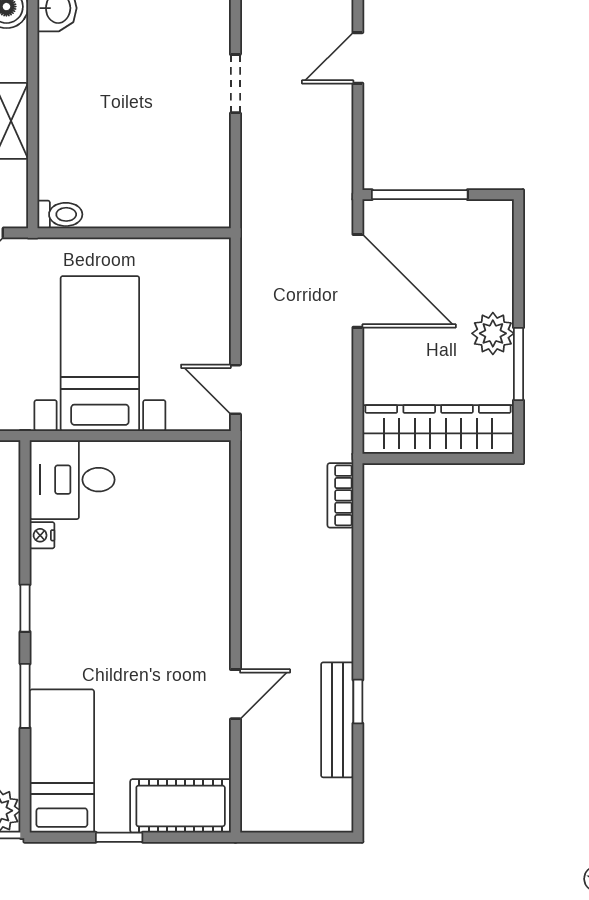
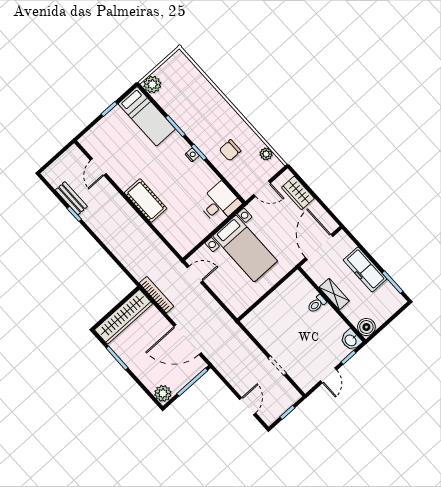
toilet: (60, 214) -> (317, 304), moved
plant: (493, 333) -> (163, 393), moved
bookcase: (340, 495) -> (156, 295), moved, width x1.56
nightstand: (42, 535) -> (192, 155), moved
door: (235, 694) -> (98, 167), moved
bench: (337, 720) -> (71, 198), width x0.73
cot: (181, 806) -> (146, 201), moved, turned 90

